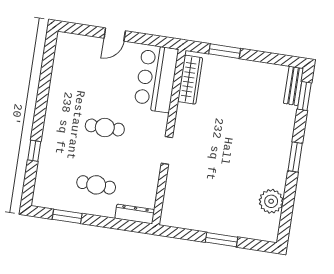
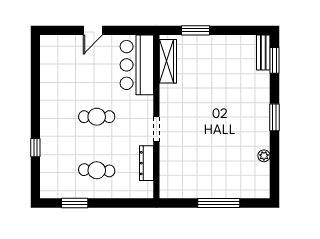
plant: (271, 201) -> (264, 156), width x0.53, depth x0.53
dresser: (135, 214) -> (147, 163), moved, turned -90
window: (222, 240) -> (219, 203), width x1.44

